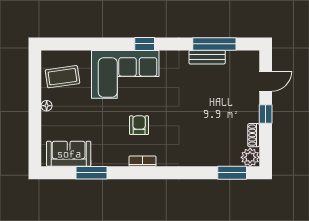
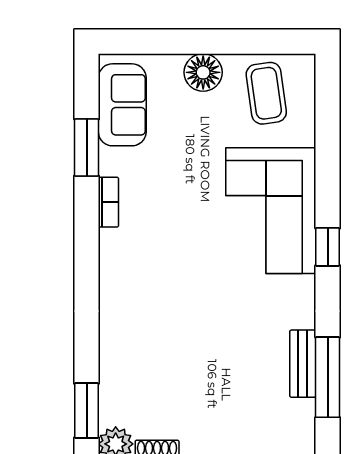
floor lamp: (47, 106) -> (203, 72), width x1.89, depth x1.89
armchair: (139, 125) -> (176, 236), removed
bookcase: (143, 161) -> (108, 202), moved

